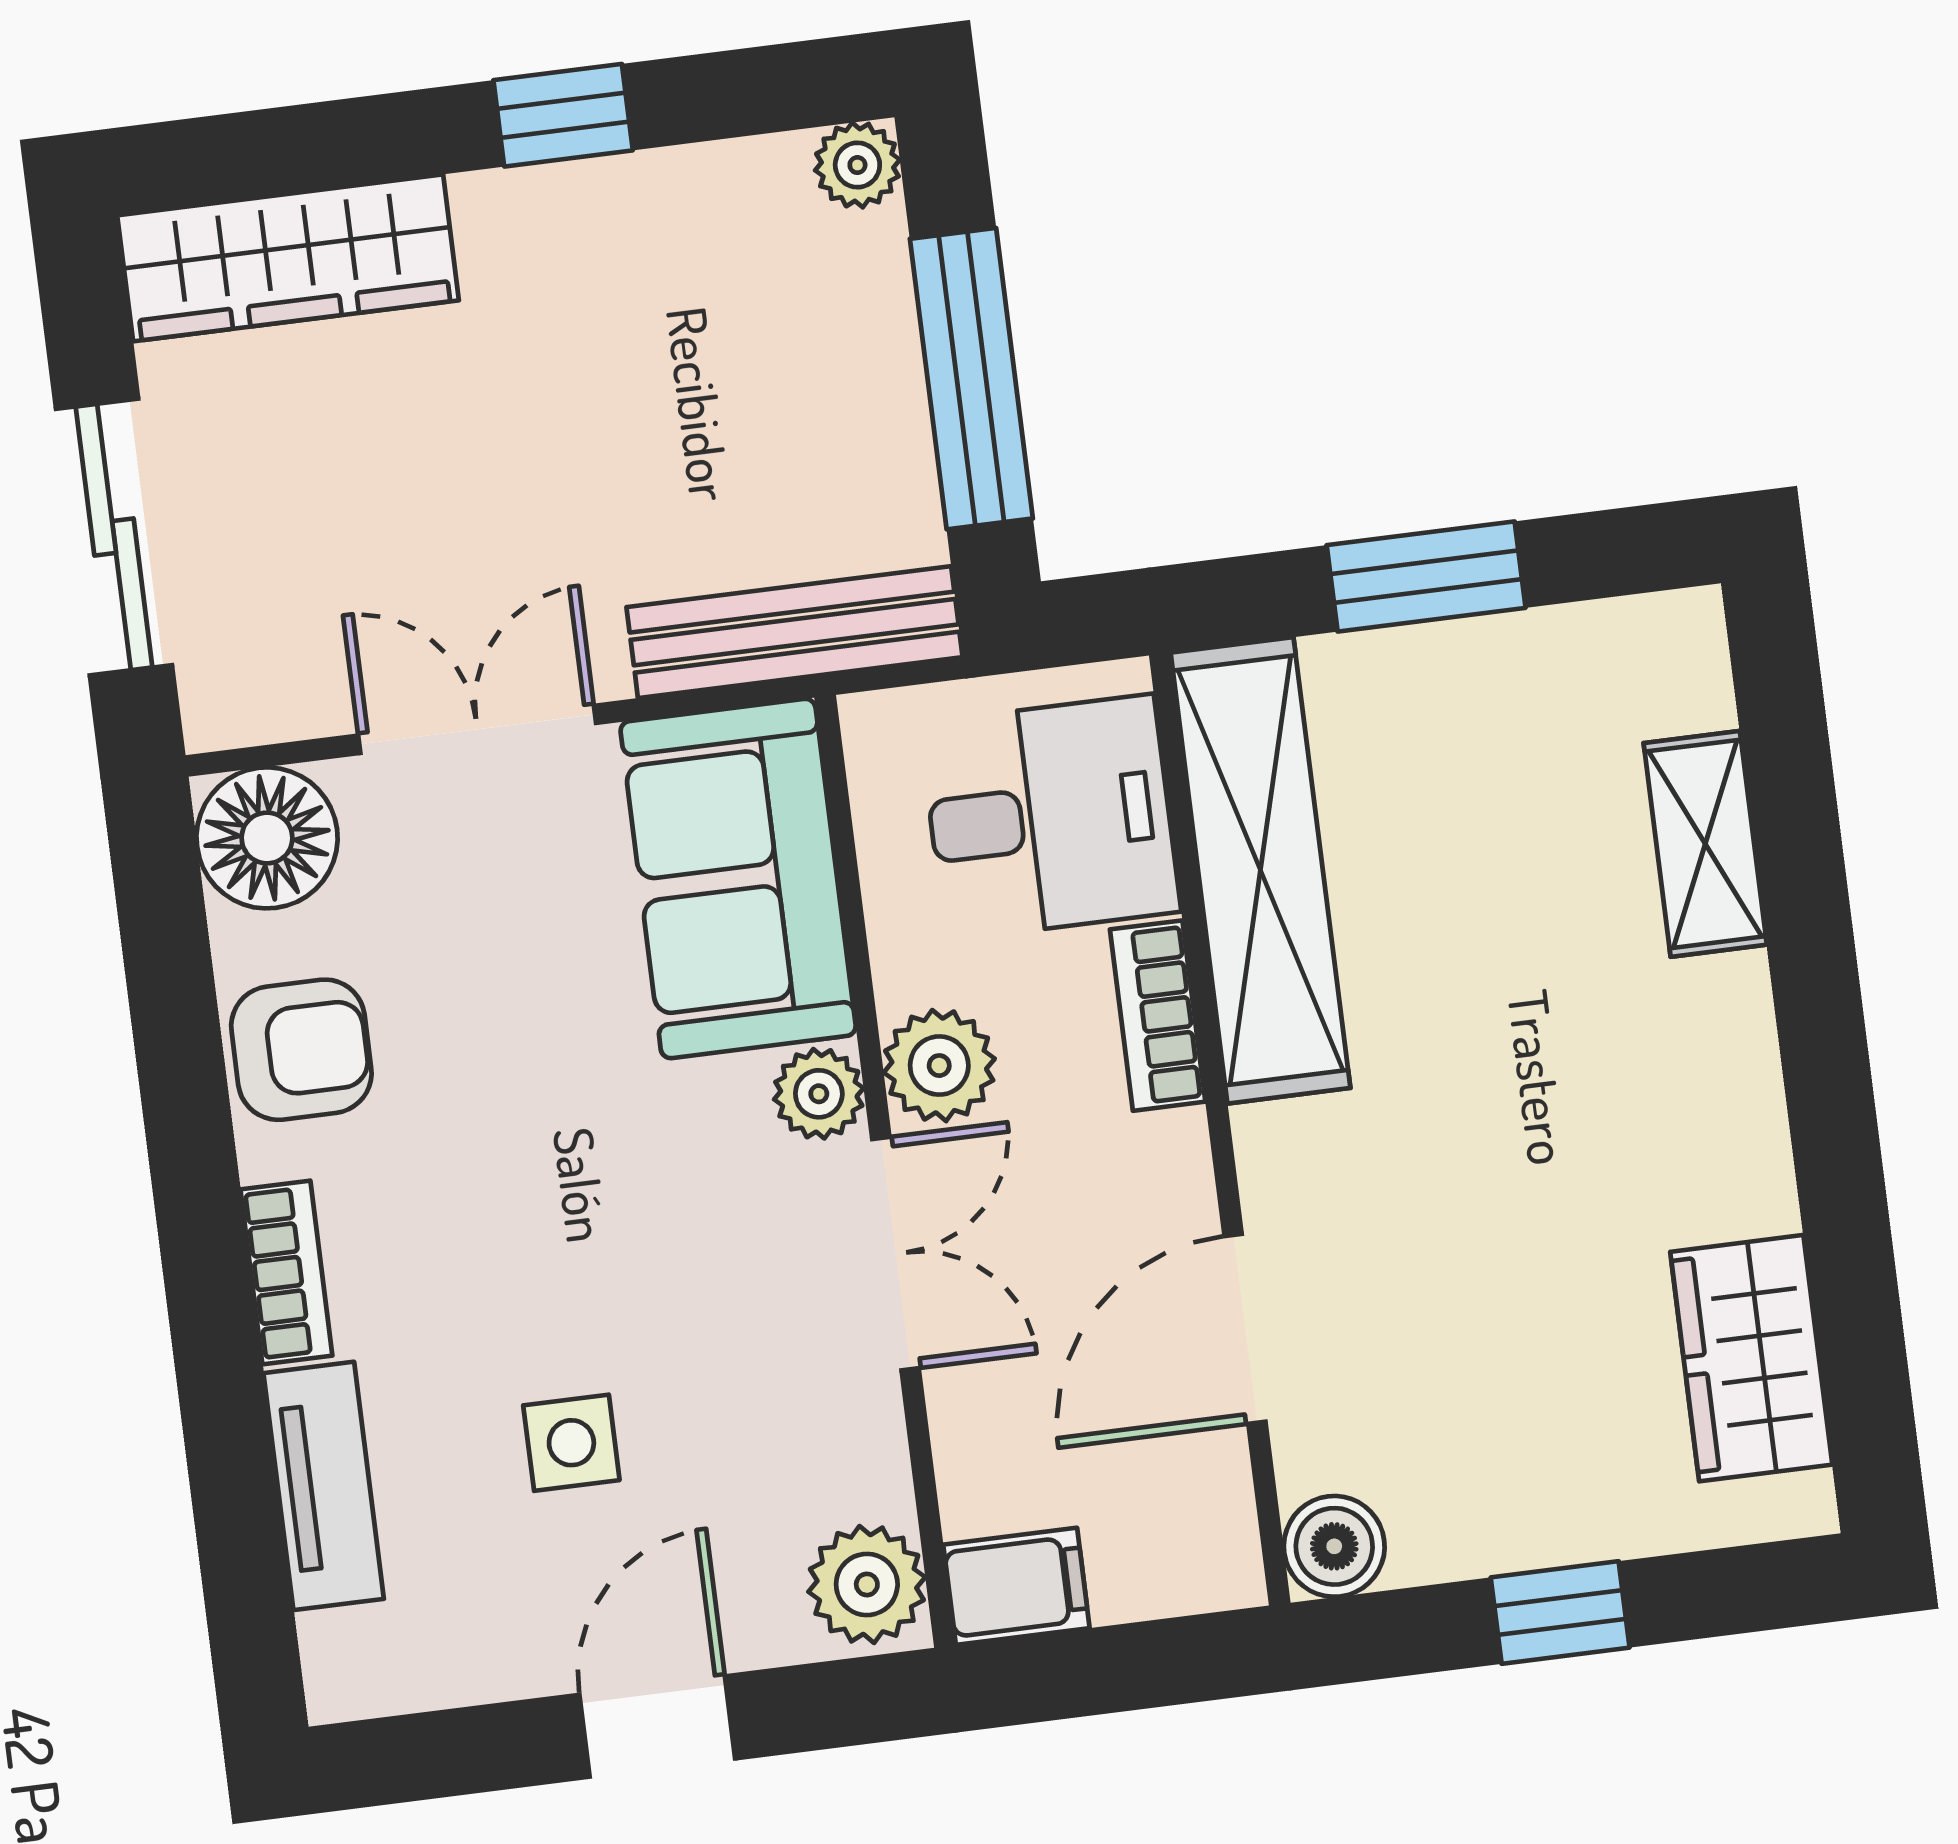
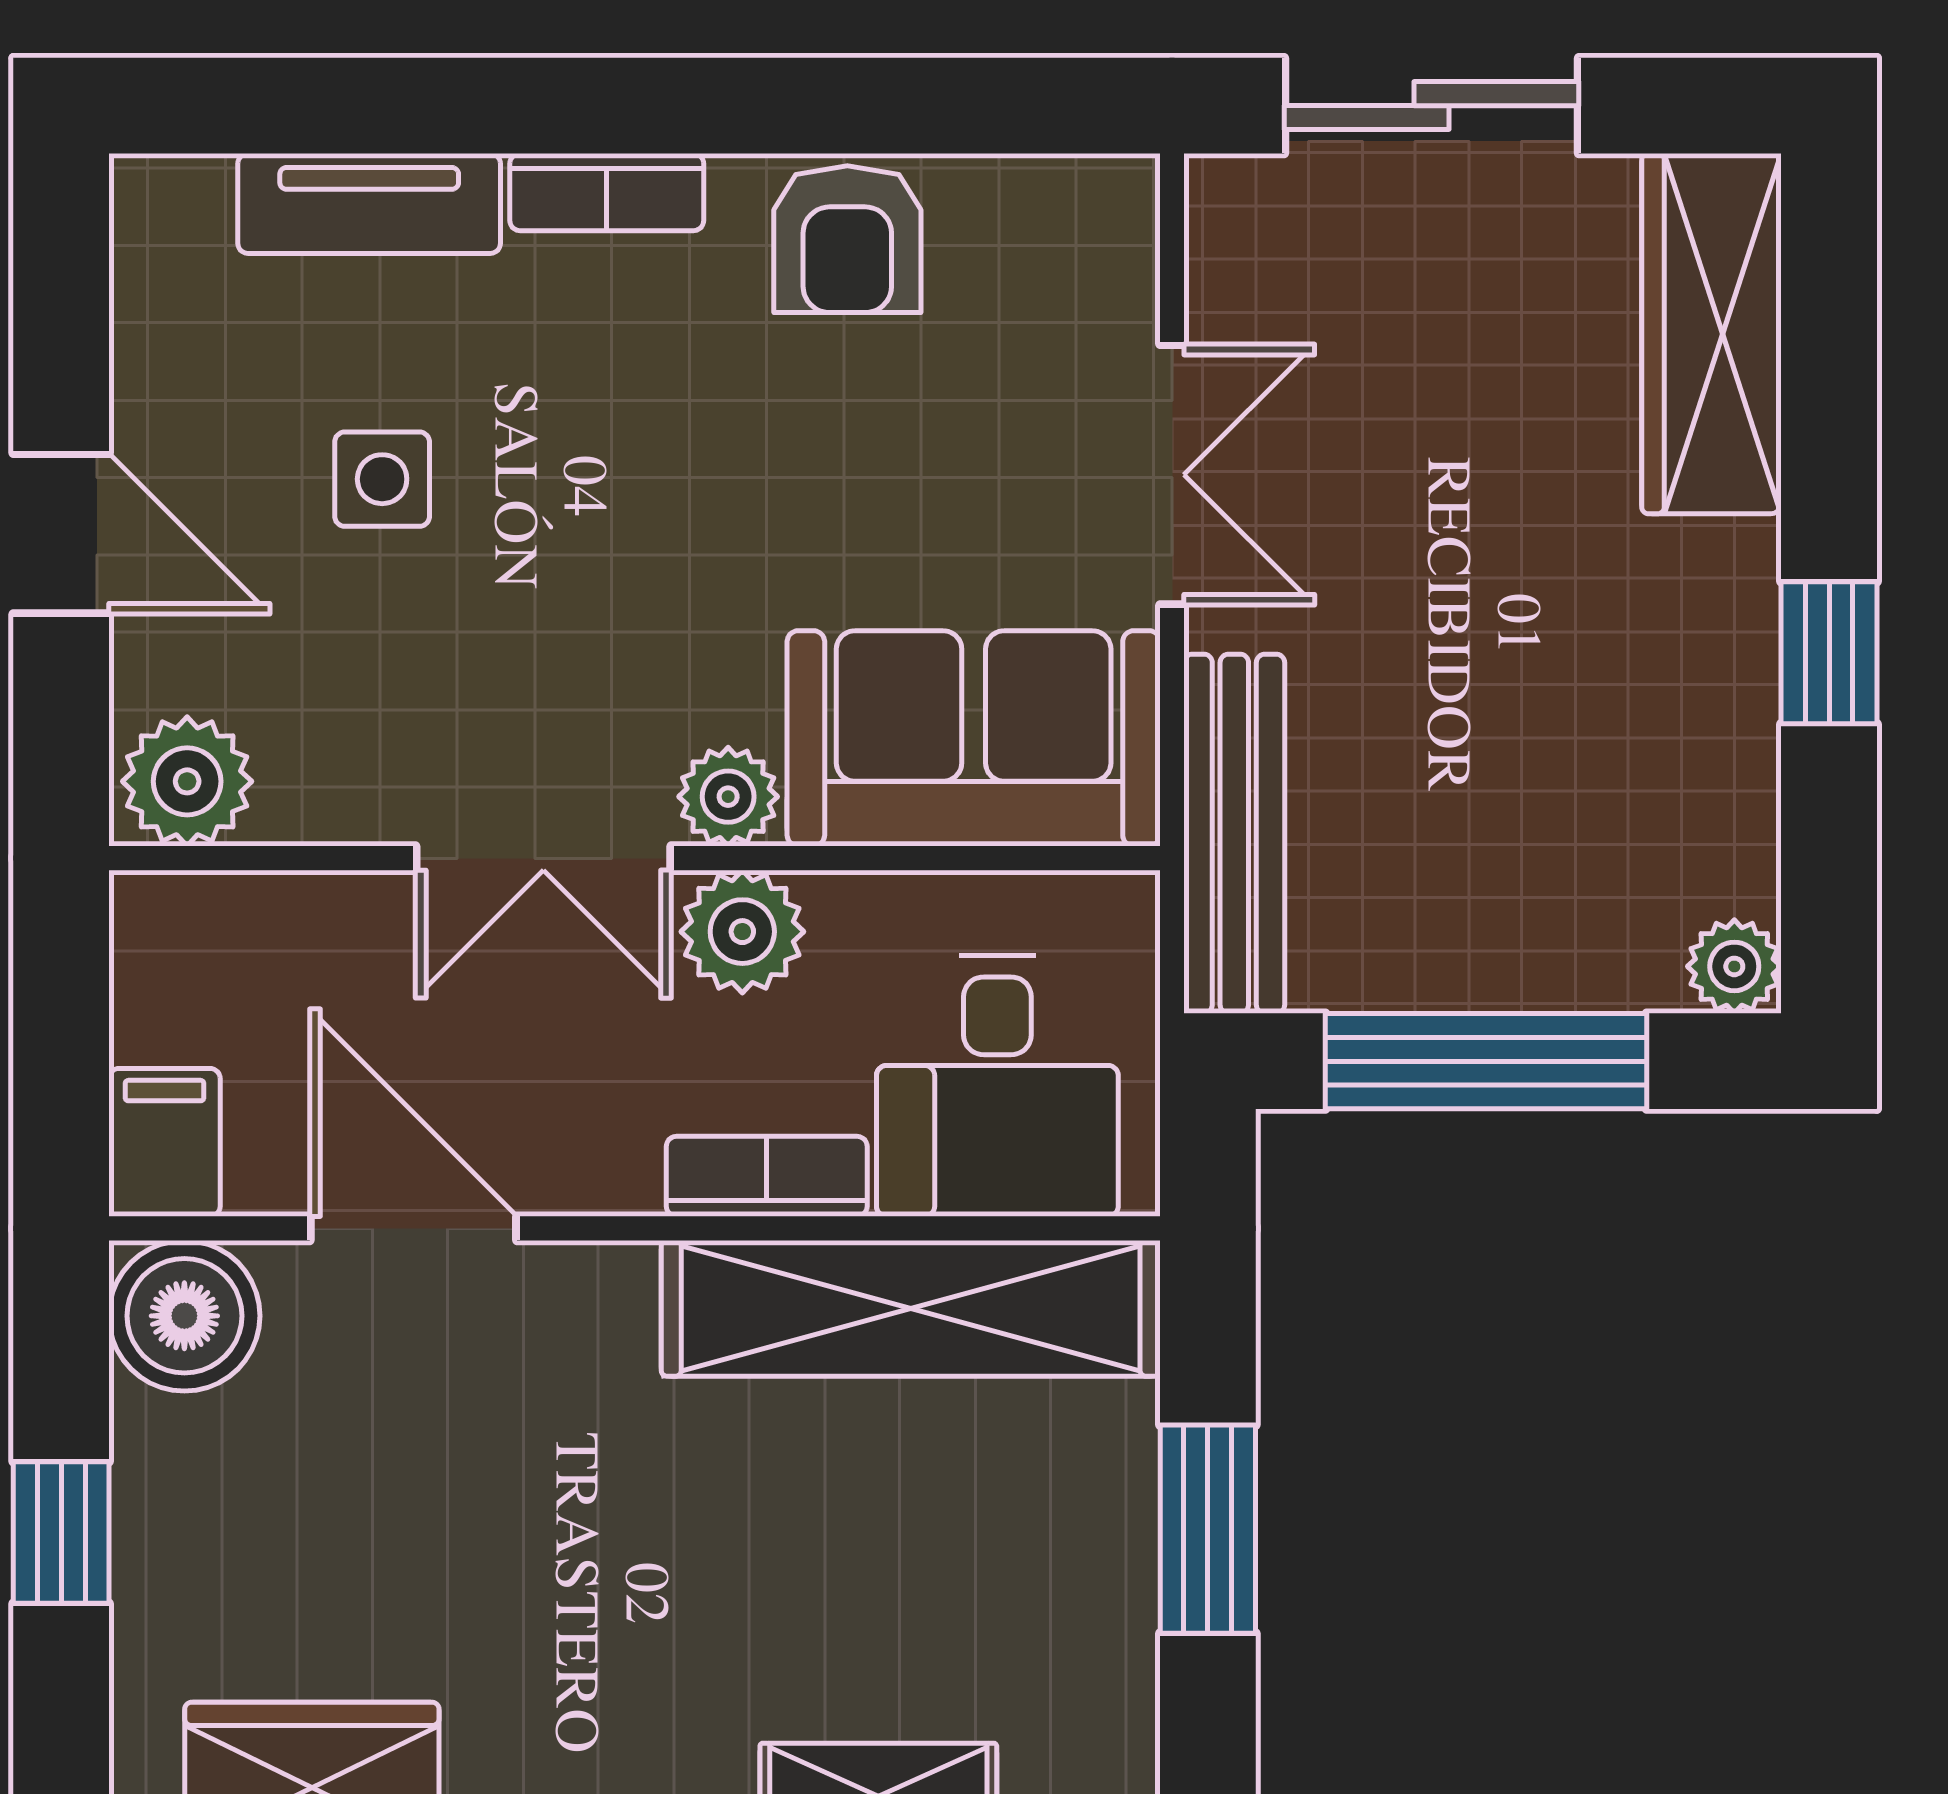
floor lamp: (267, 838) -> (1083, 231), removed
boiler: (1334, 1546) -> (184, 1316), width x1.36, depth x1.36
filing cabinet: (1016, 1586) -> (164, 1142), moved, turned 180

